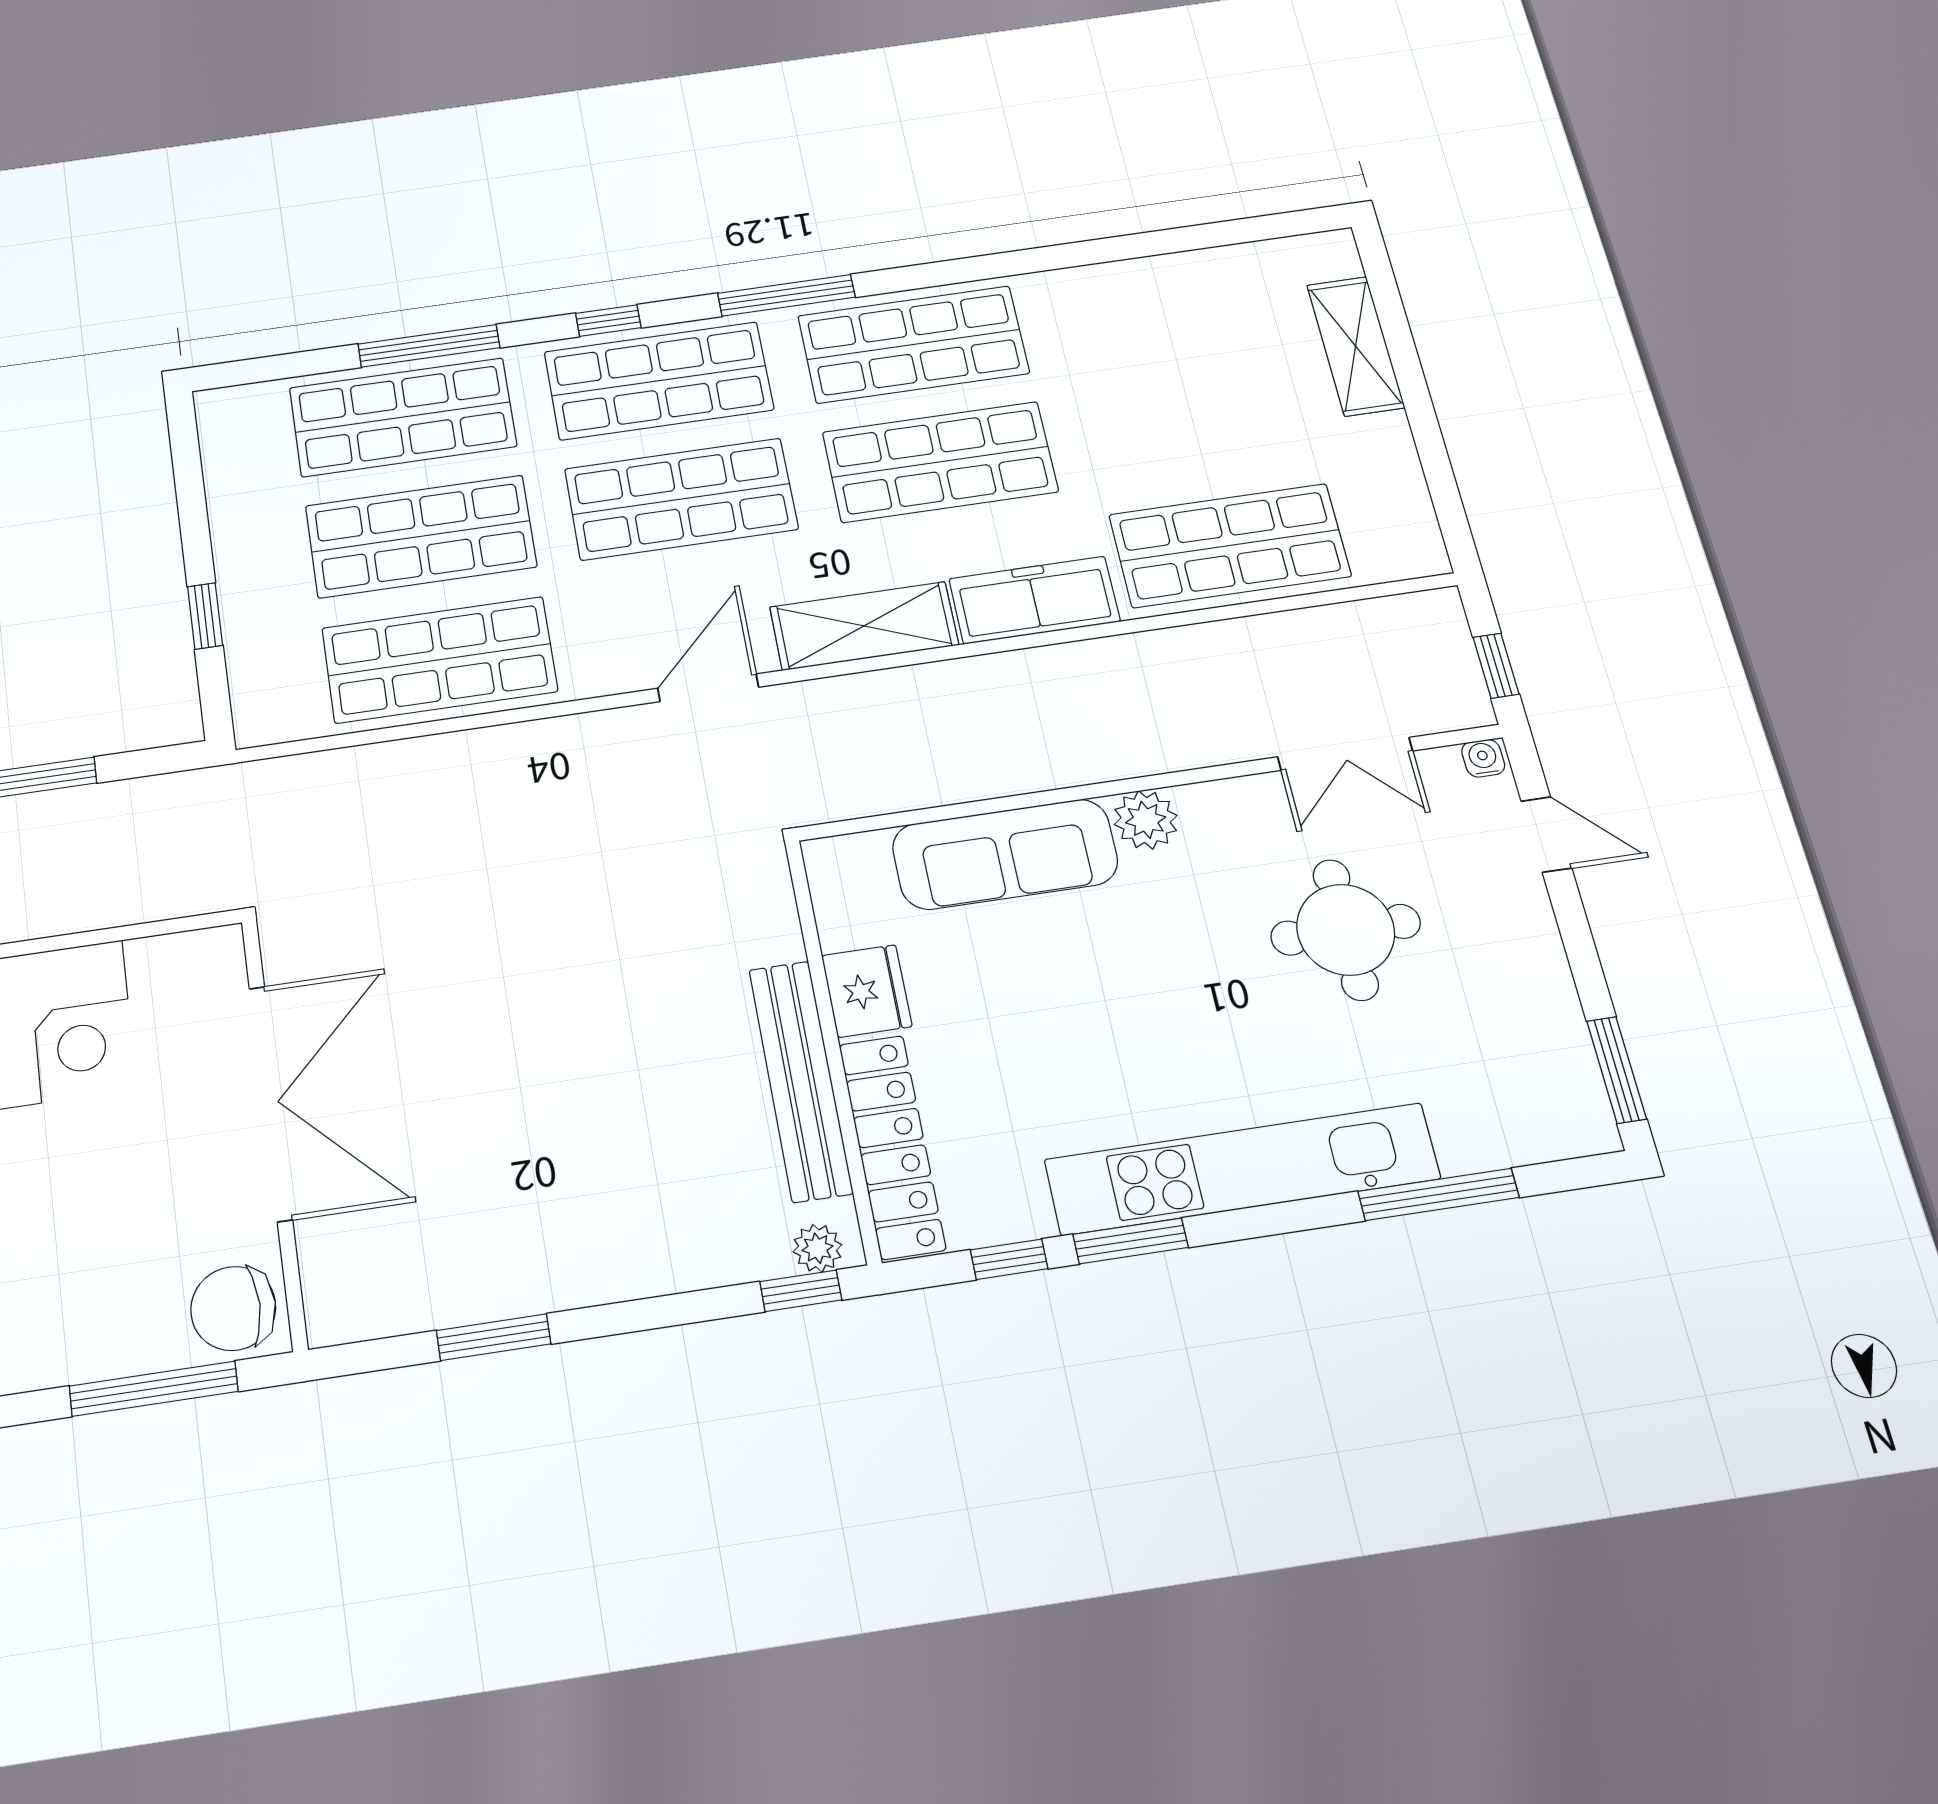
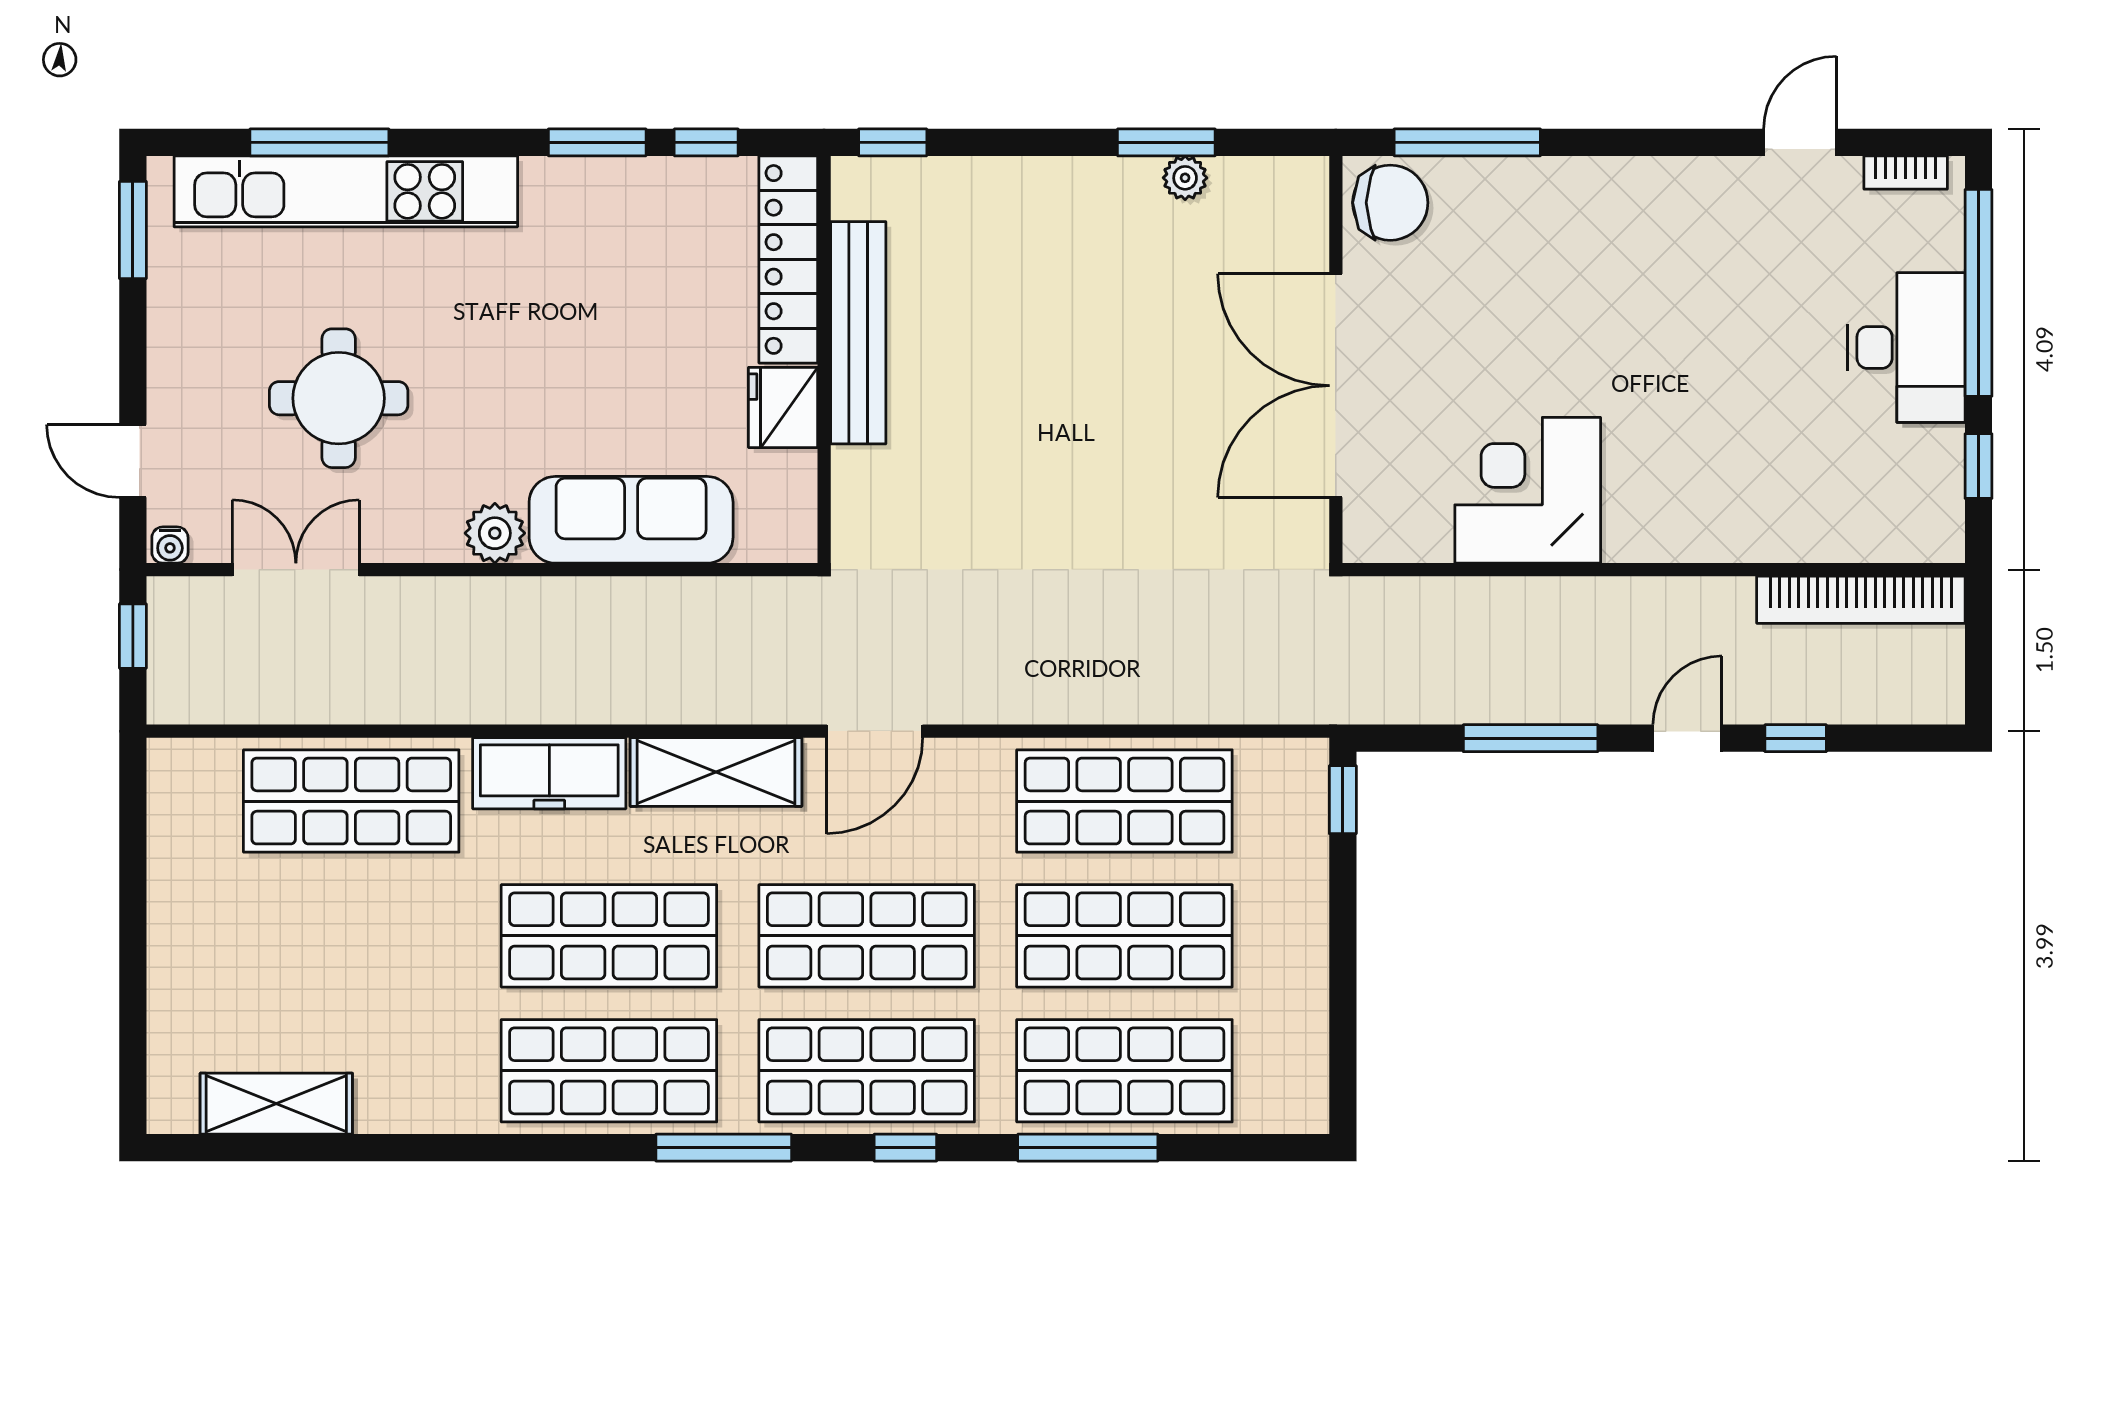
shelving: (1356, 346) -> (276, 1104), moved, turned 90
window: (205, 616) -> (1343, 800), moved
kitchen unit: (1242, 1169) -> (346, 191), moved
plant: (817, 1248) -> (1185, 178), moved

